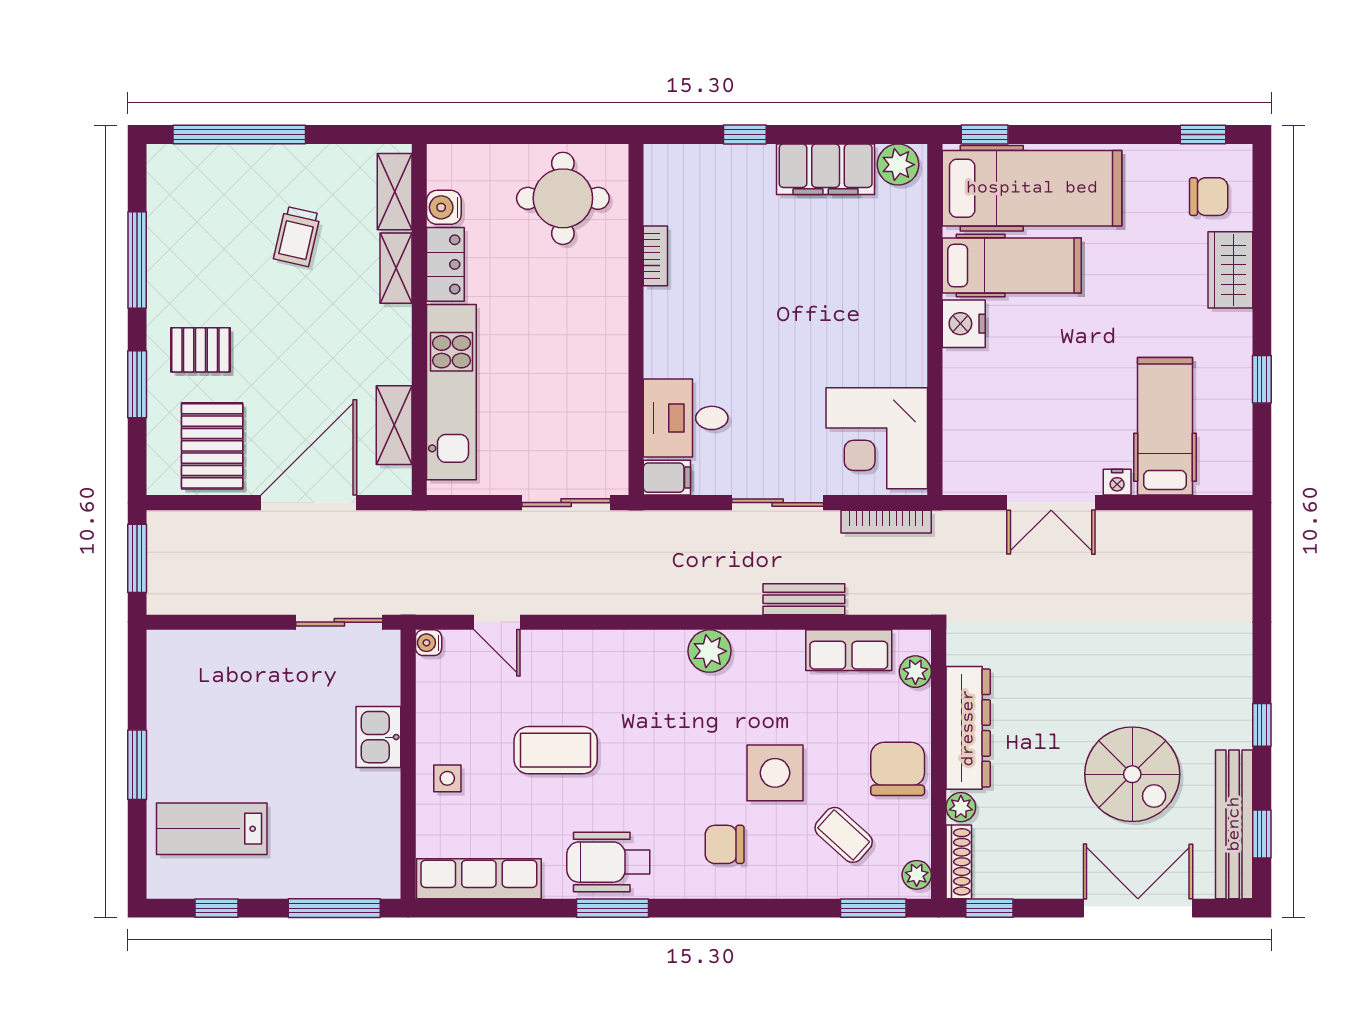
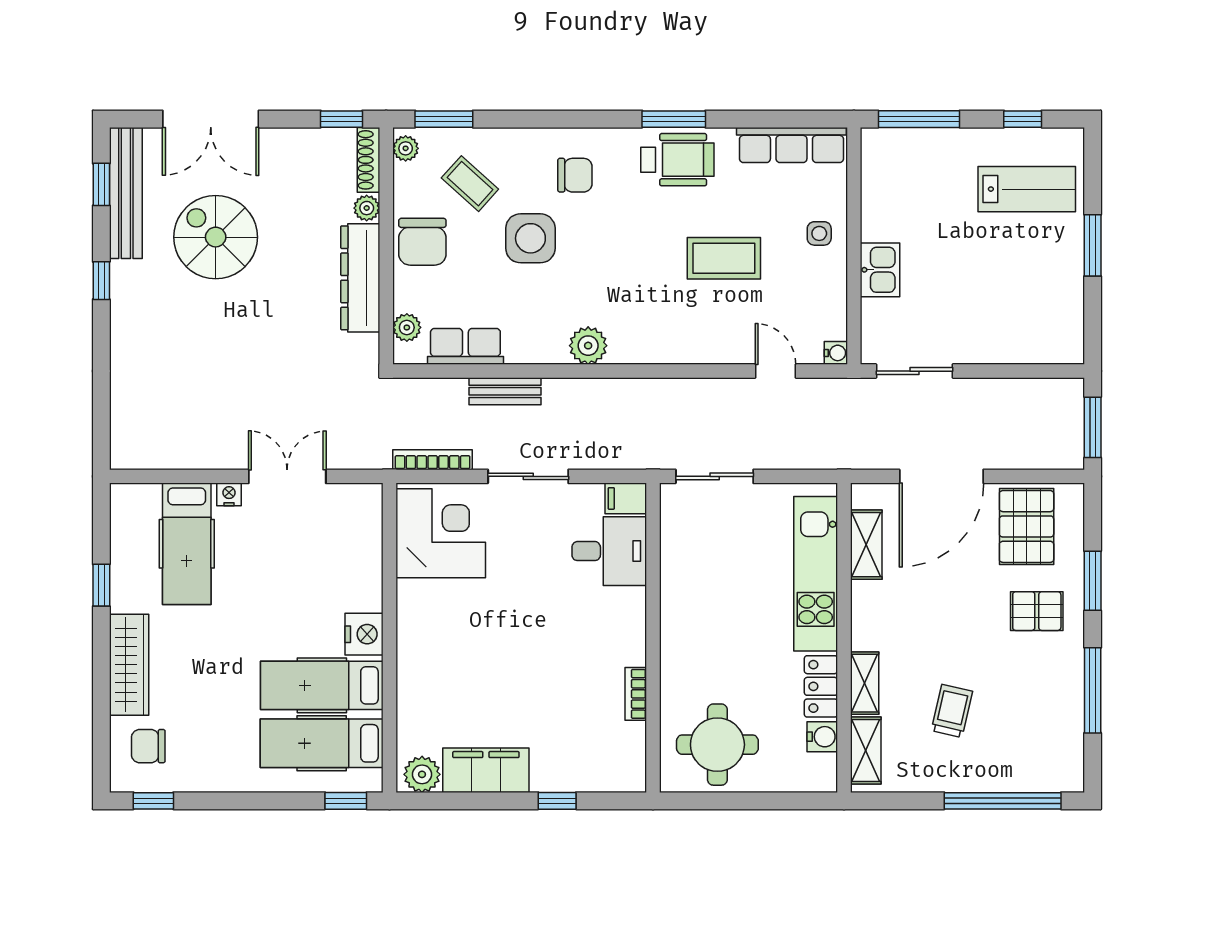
hospital bed: (1032, 188) -> (322, 743), width x0.73, depth x0.78
wardrobe: (1230, 270) -> (129, 665), width x1.50

